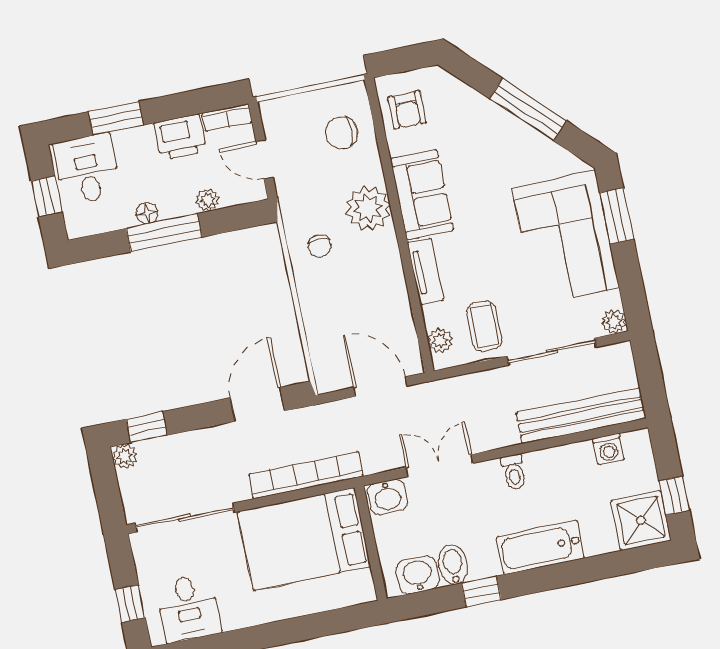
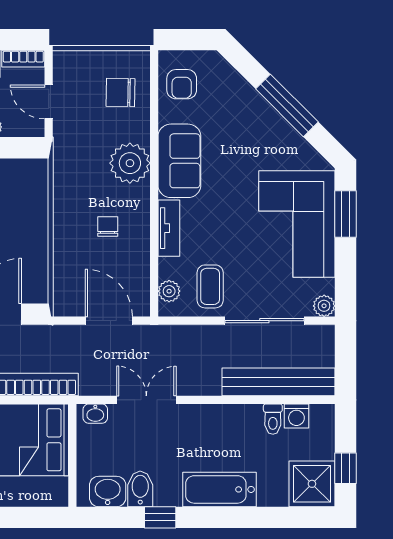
chair: (320, 246) -> (108, 226), moved, turned 180
toilet: (514, 472) -> (273, 419), moved
washbasin: (387, 497) -> (95, 414), width x0.72, depth x0.69

